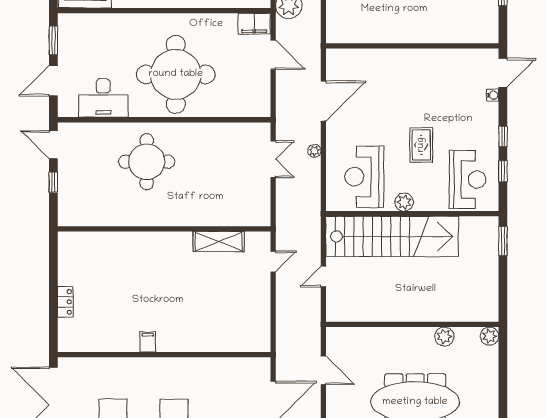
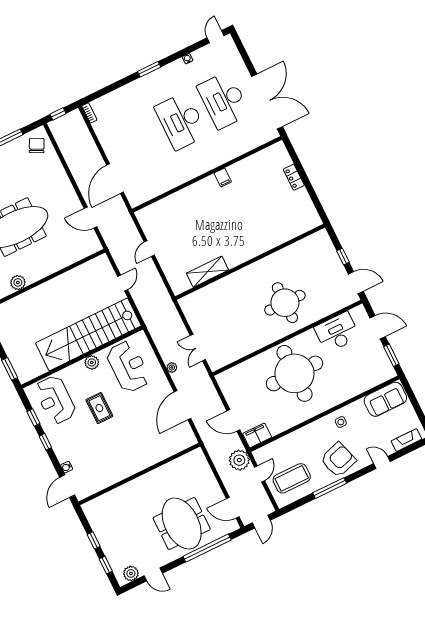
door: (53, 81) -> (378, 327), hinge flipped
door: (273, 261) -> (149, 249), moved

